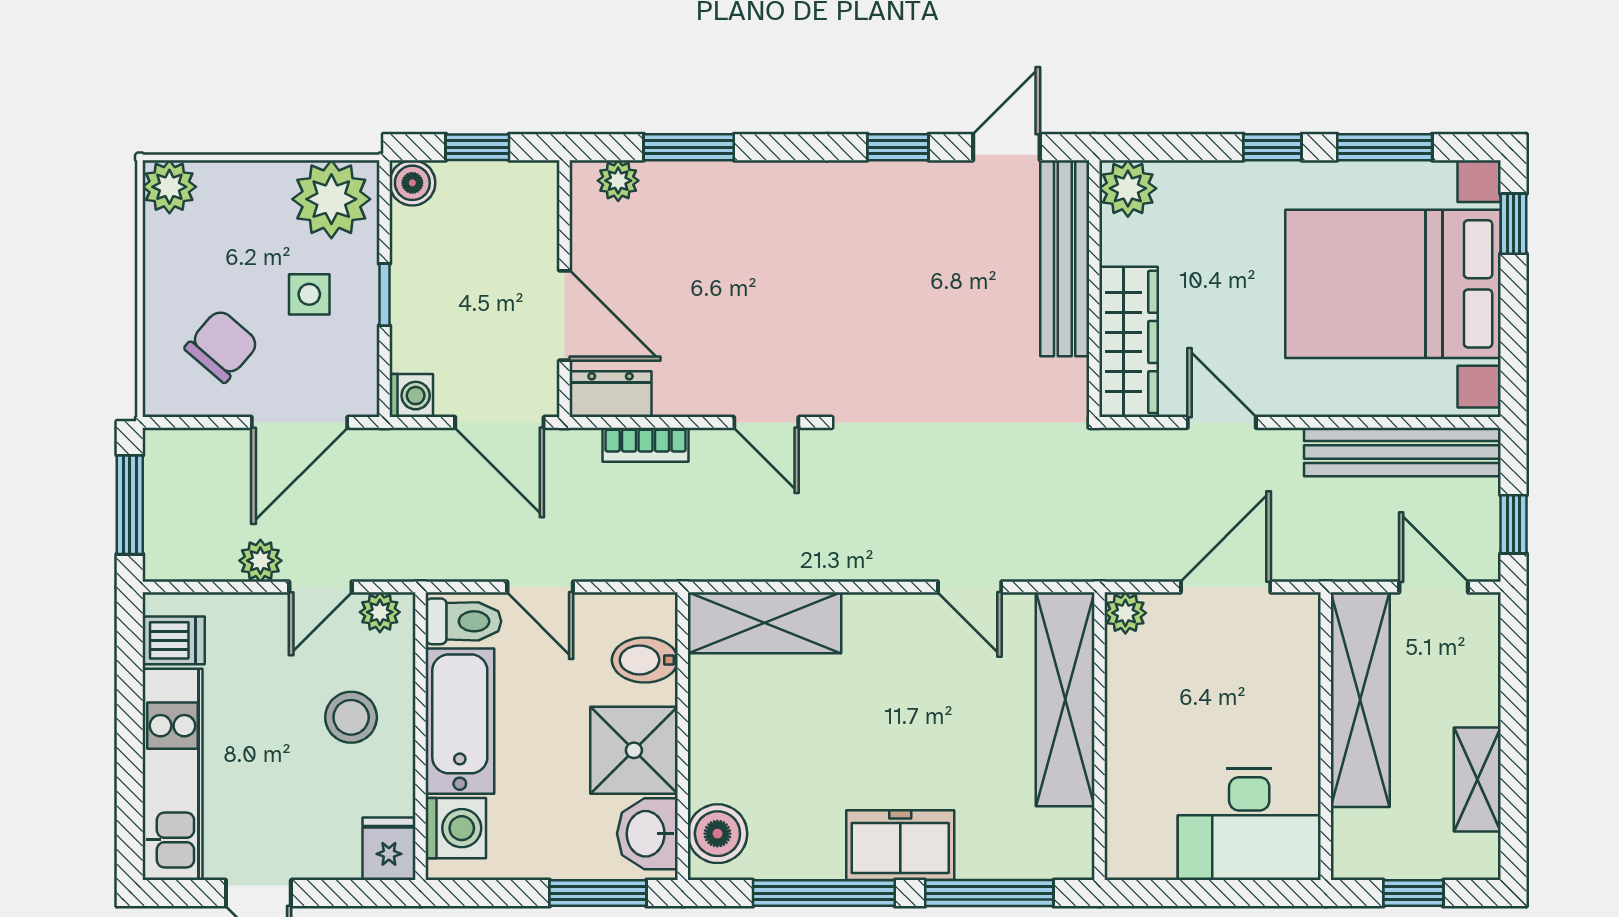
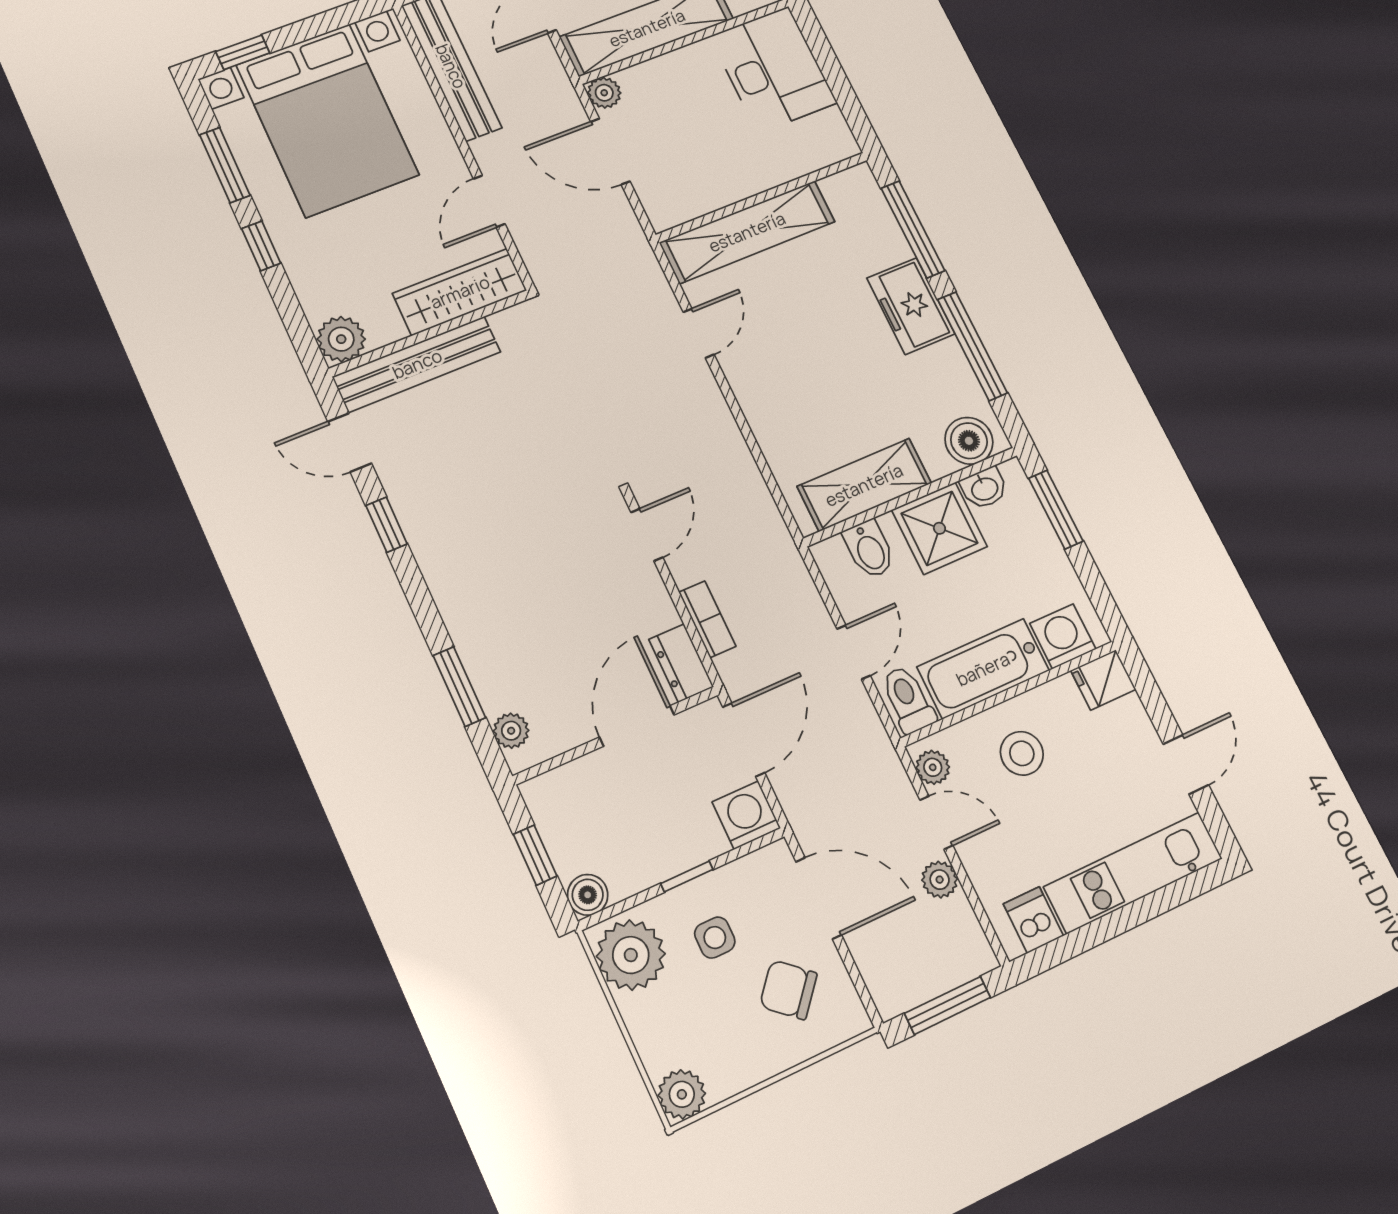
washing machine: (411, 396) -> (746, 815), width x1.38, depth x1.38
plant: (1125, 613) -> (604, 93), moved
shelving: (764, 623) -> (864, 485), moved, turned 90
washbasin: (647, 834) -> (984, 488), width x0.72, depth x0.69

